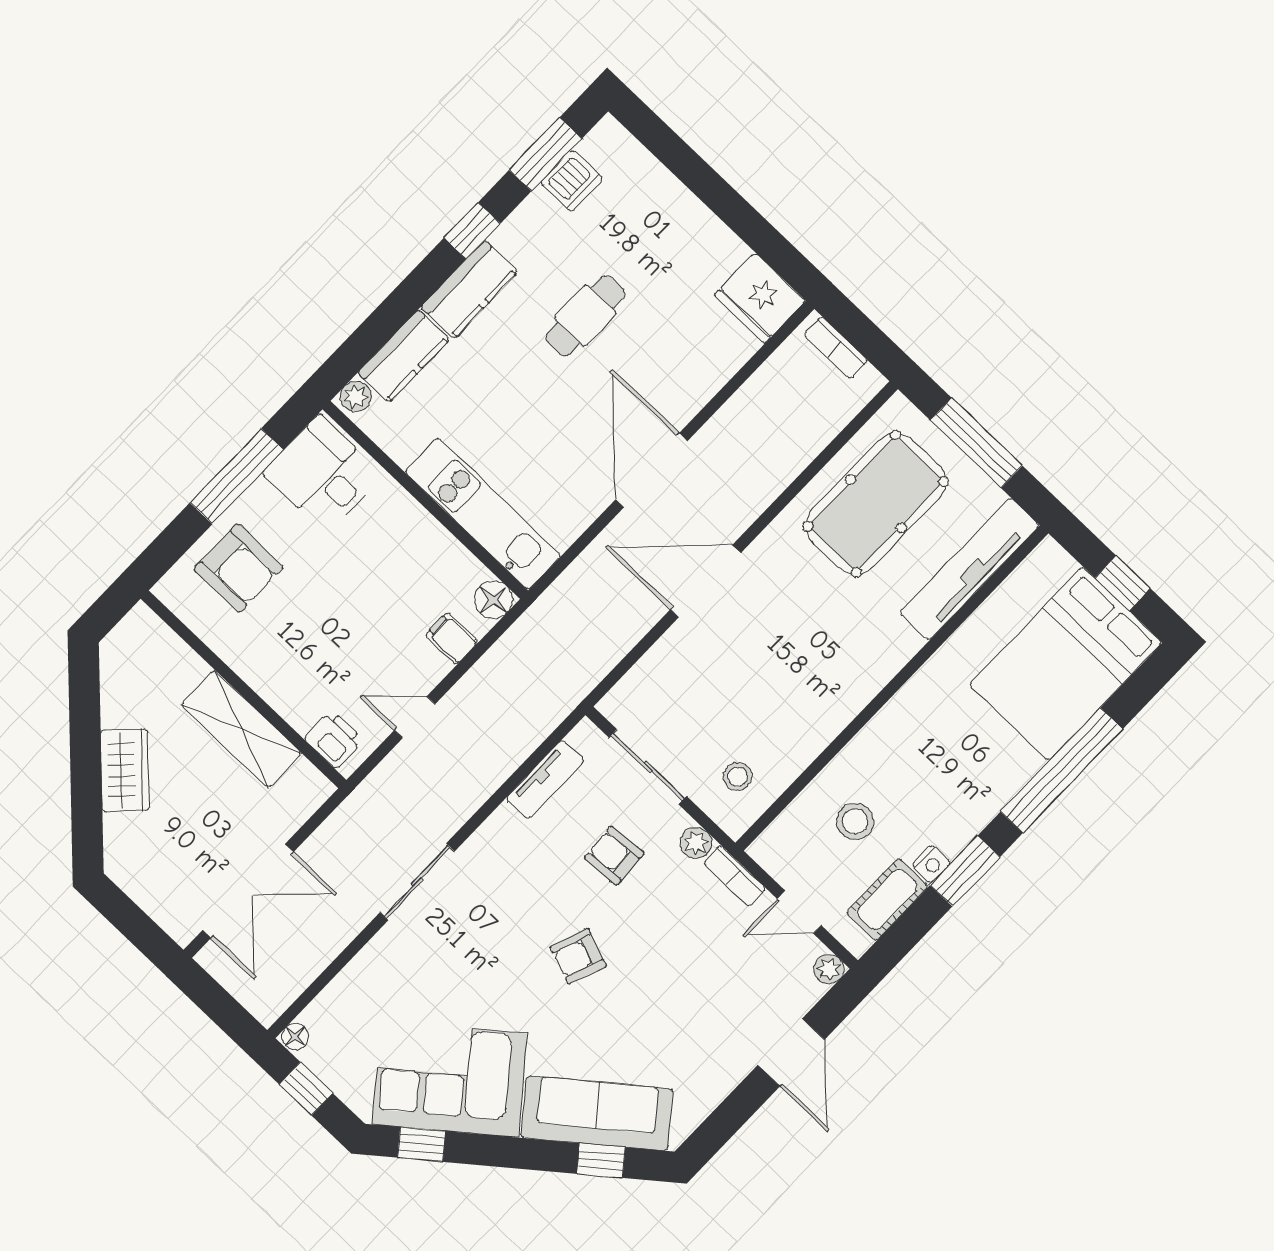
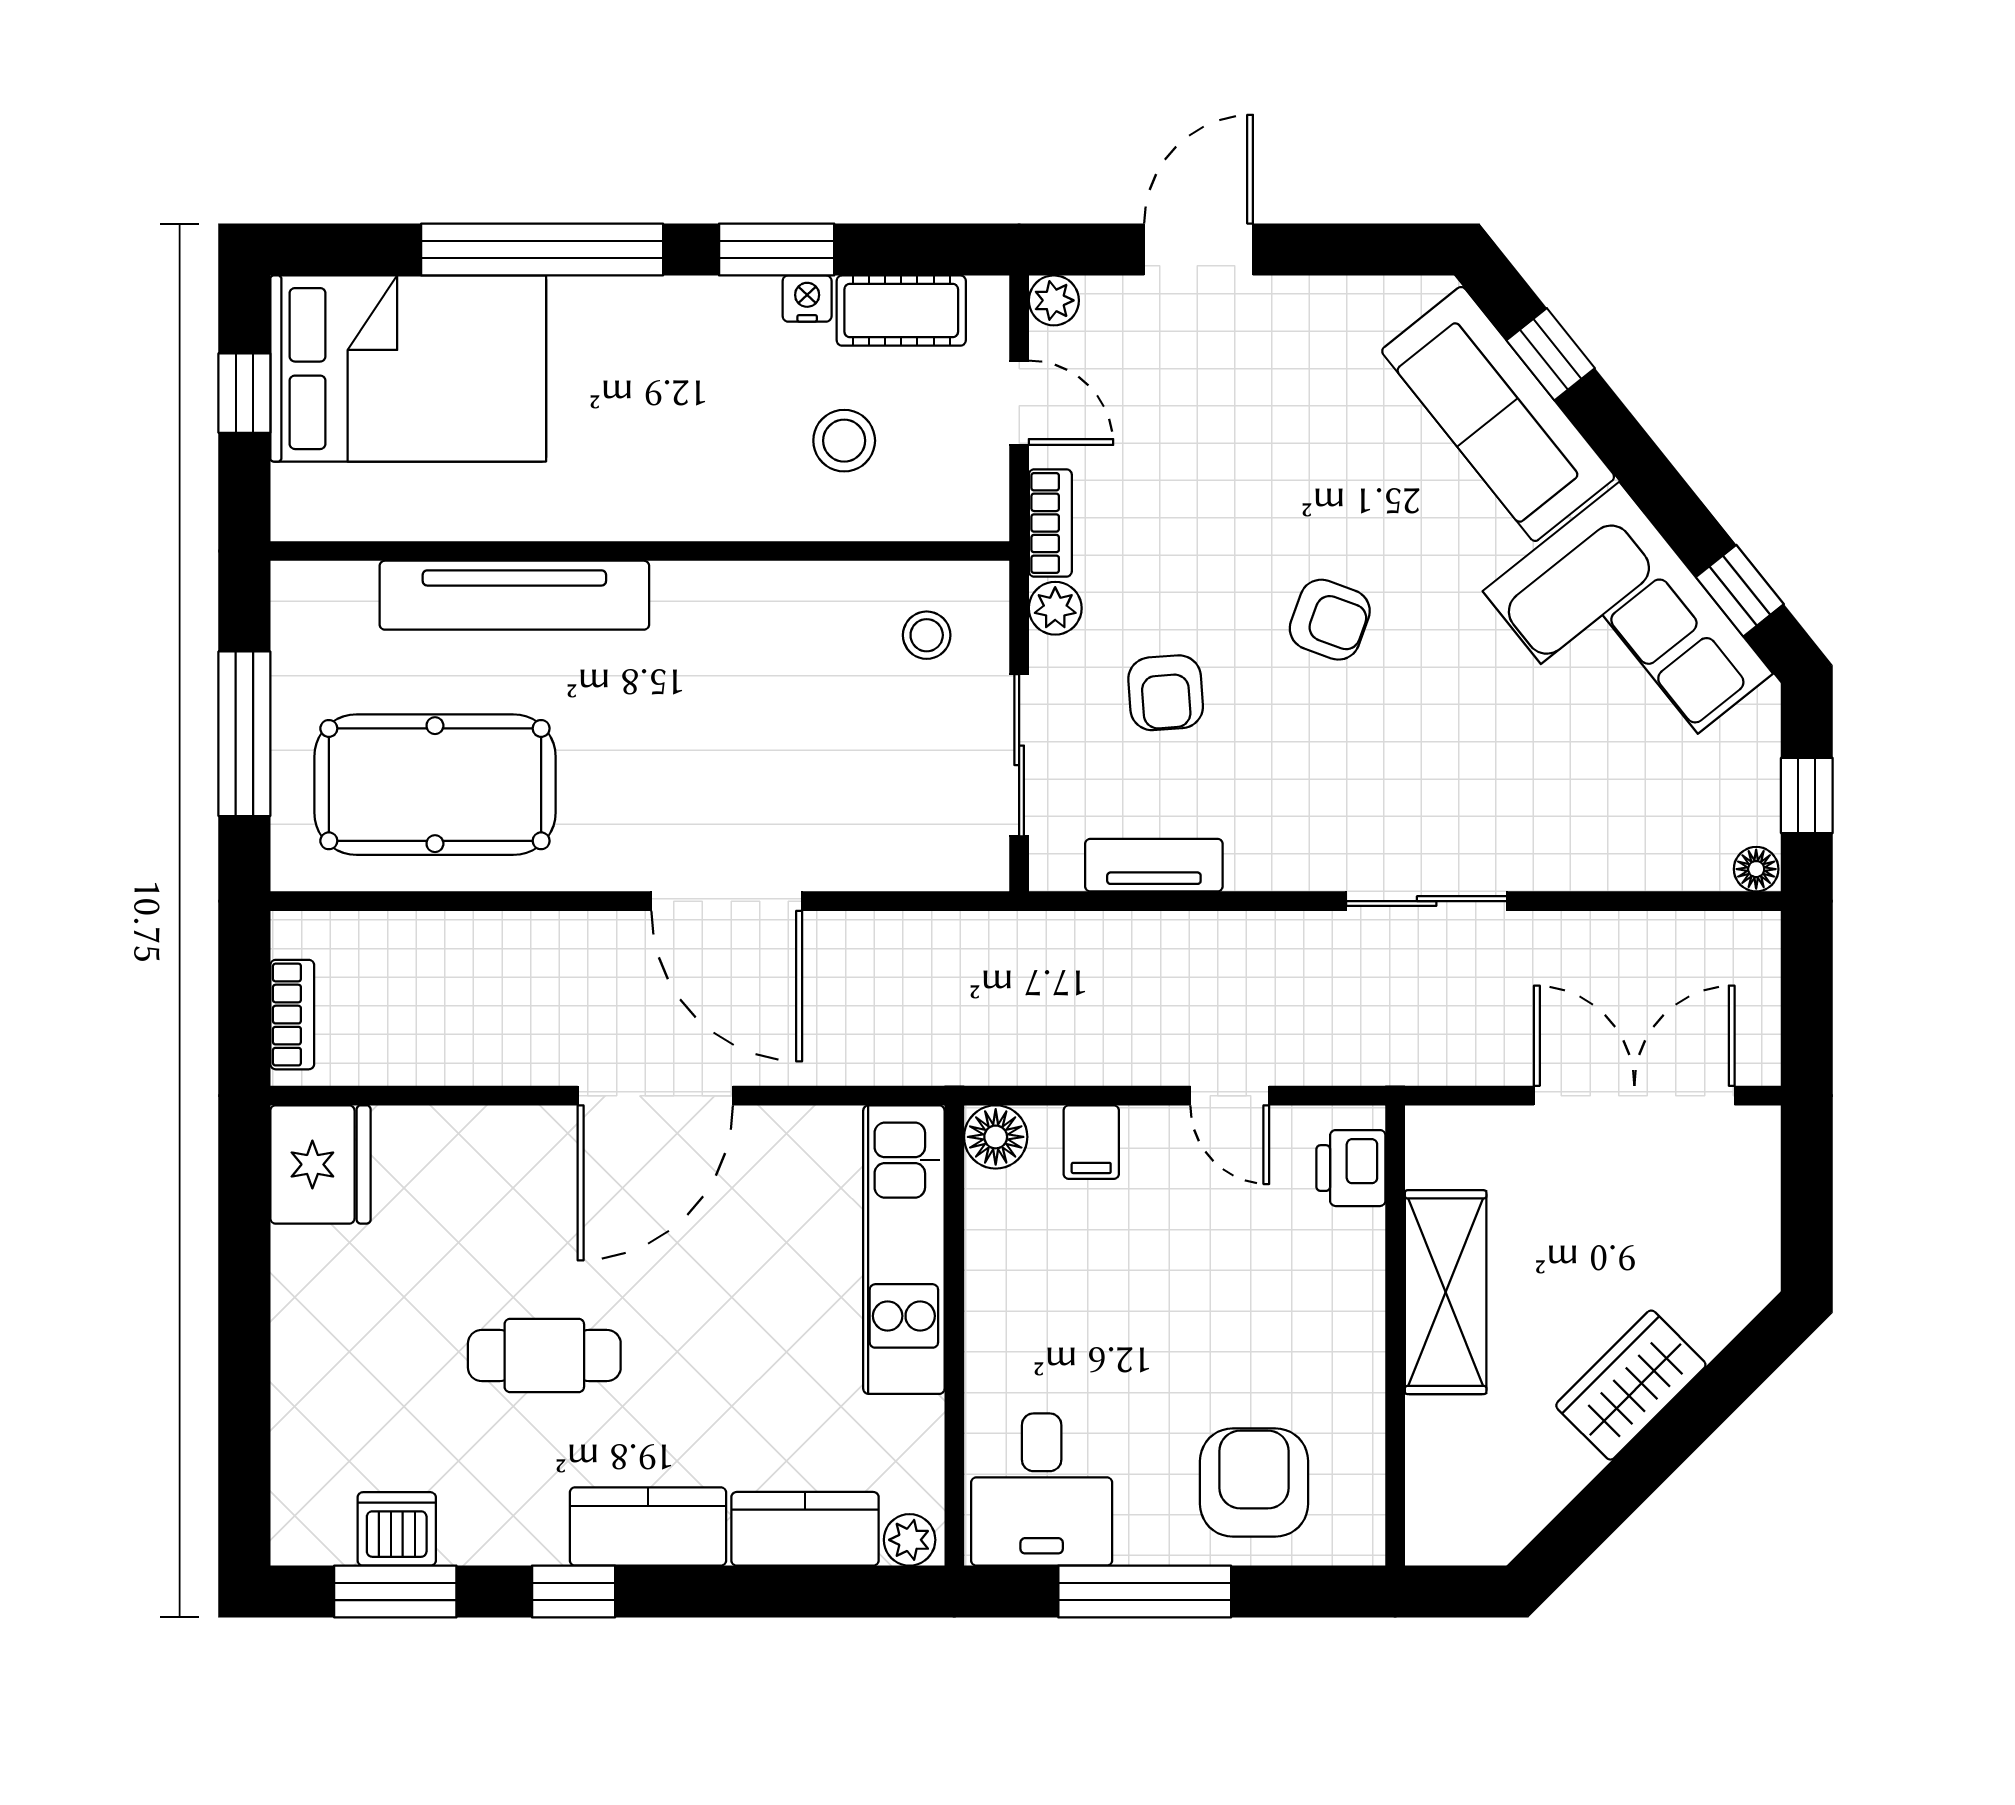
tv unit: (970, 569) -> (514, 595), moved

